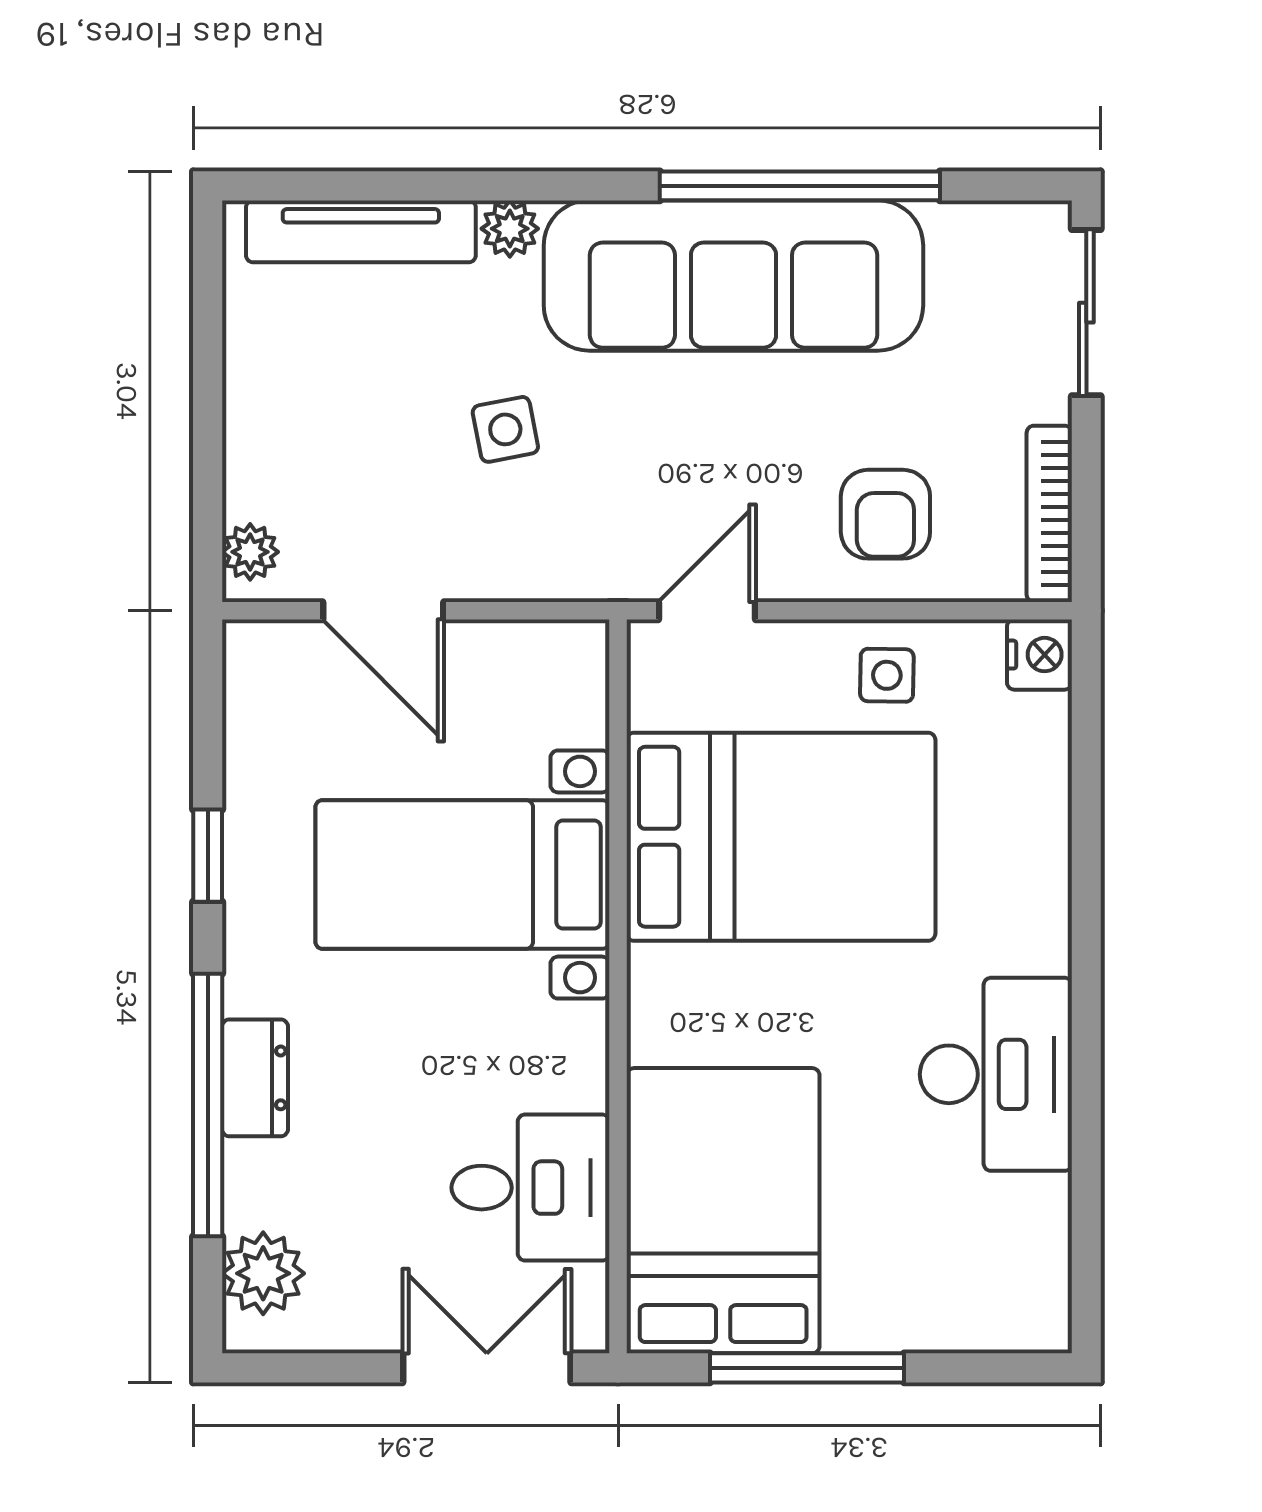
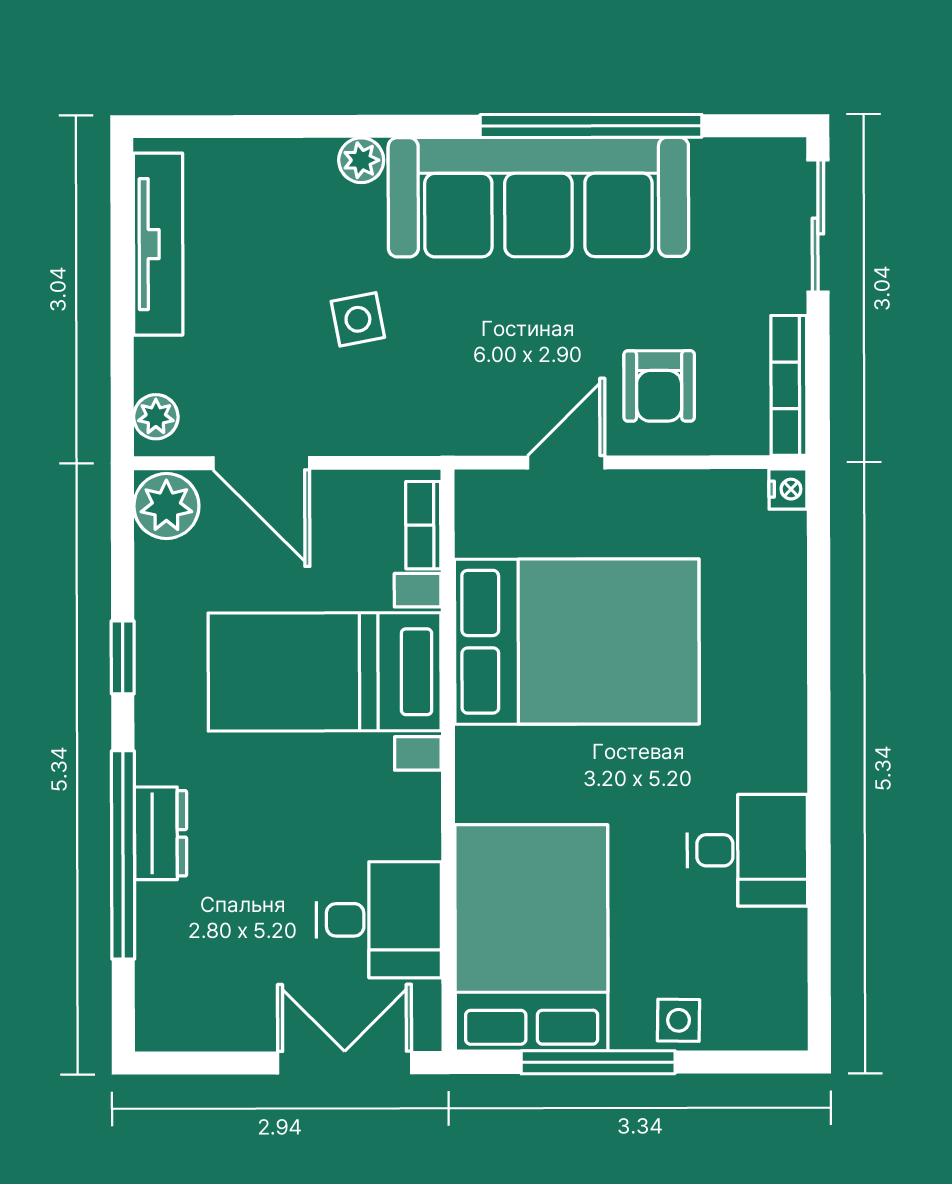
tv unit: (361, 231) -> (158, 244), moved, turned -90
door: (707, 611) -> (566, 463), moved
nightstand: (1039, 655) -> (788, 489), width x0.72, depth x0.74
side table: (887, 675) -> (679, 1020), moved
bookcase: (587, 689) -> (423, 525), added
desk: (996, 1074) -> (747, 850), width x0.73
plant: (263, 1273) -> (166, 506), moved

